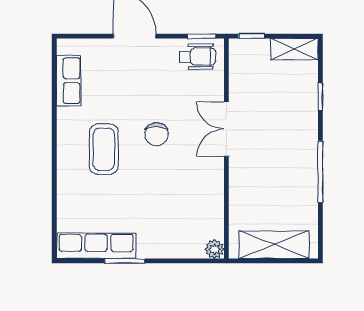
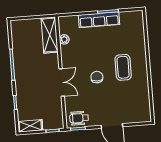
row of seats: (69, 81) -> (144, 101), removed
shelving: (274, 245) -> (50, 35), moved, turned 90
row of seats: (96, 246) -> (99, 20), moved
plant: (215, 249) -> (64, 39), moved

